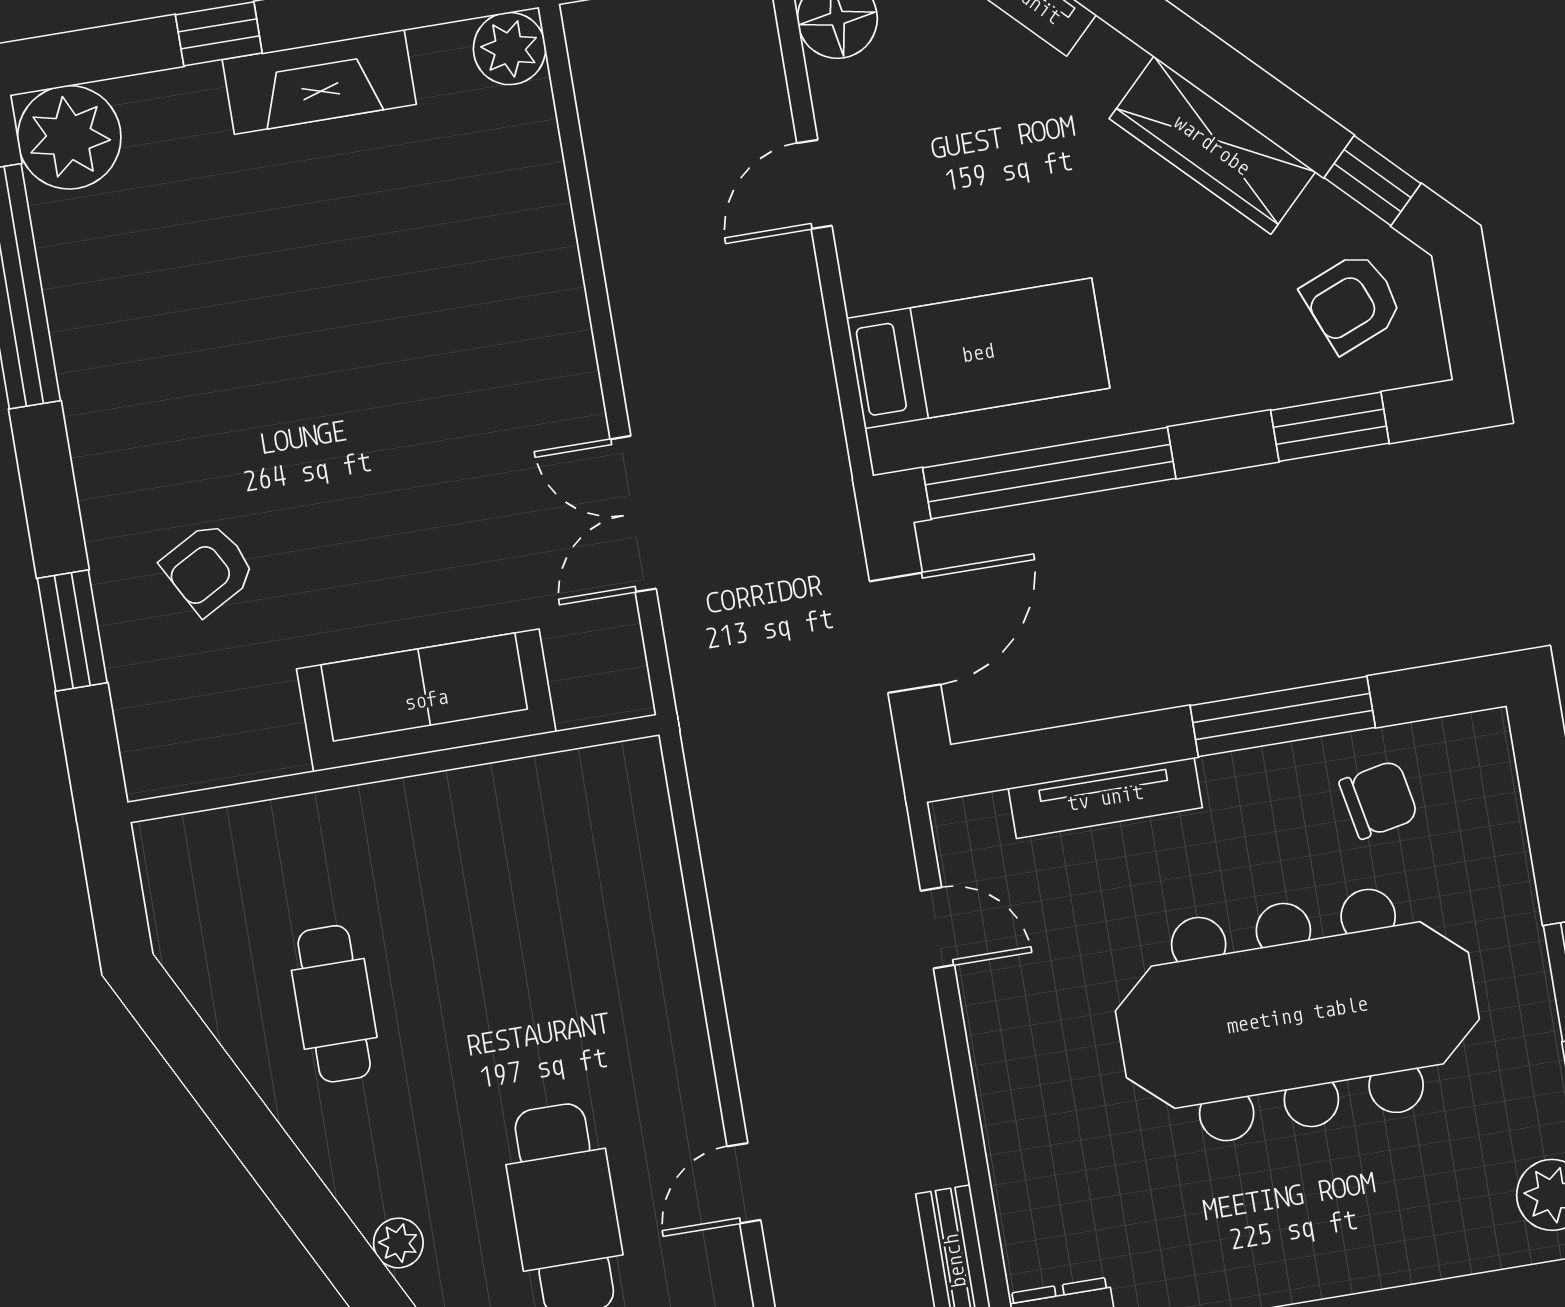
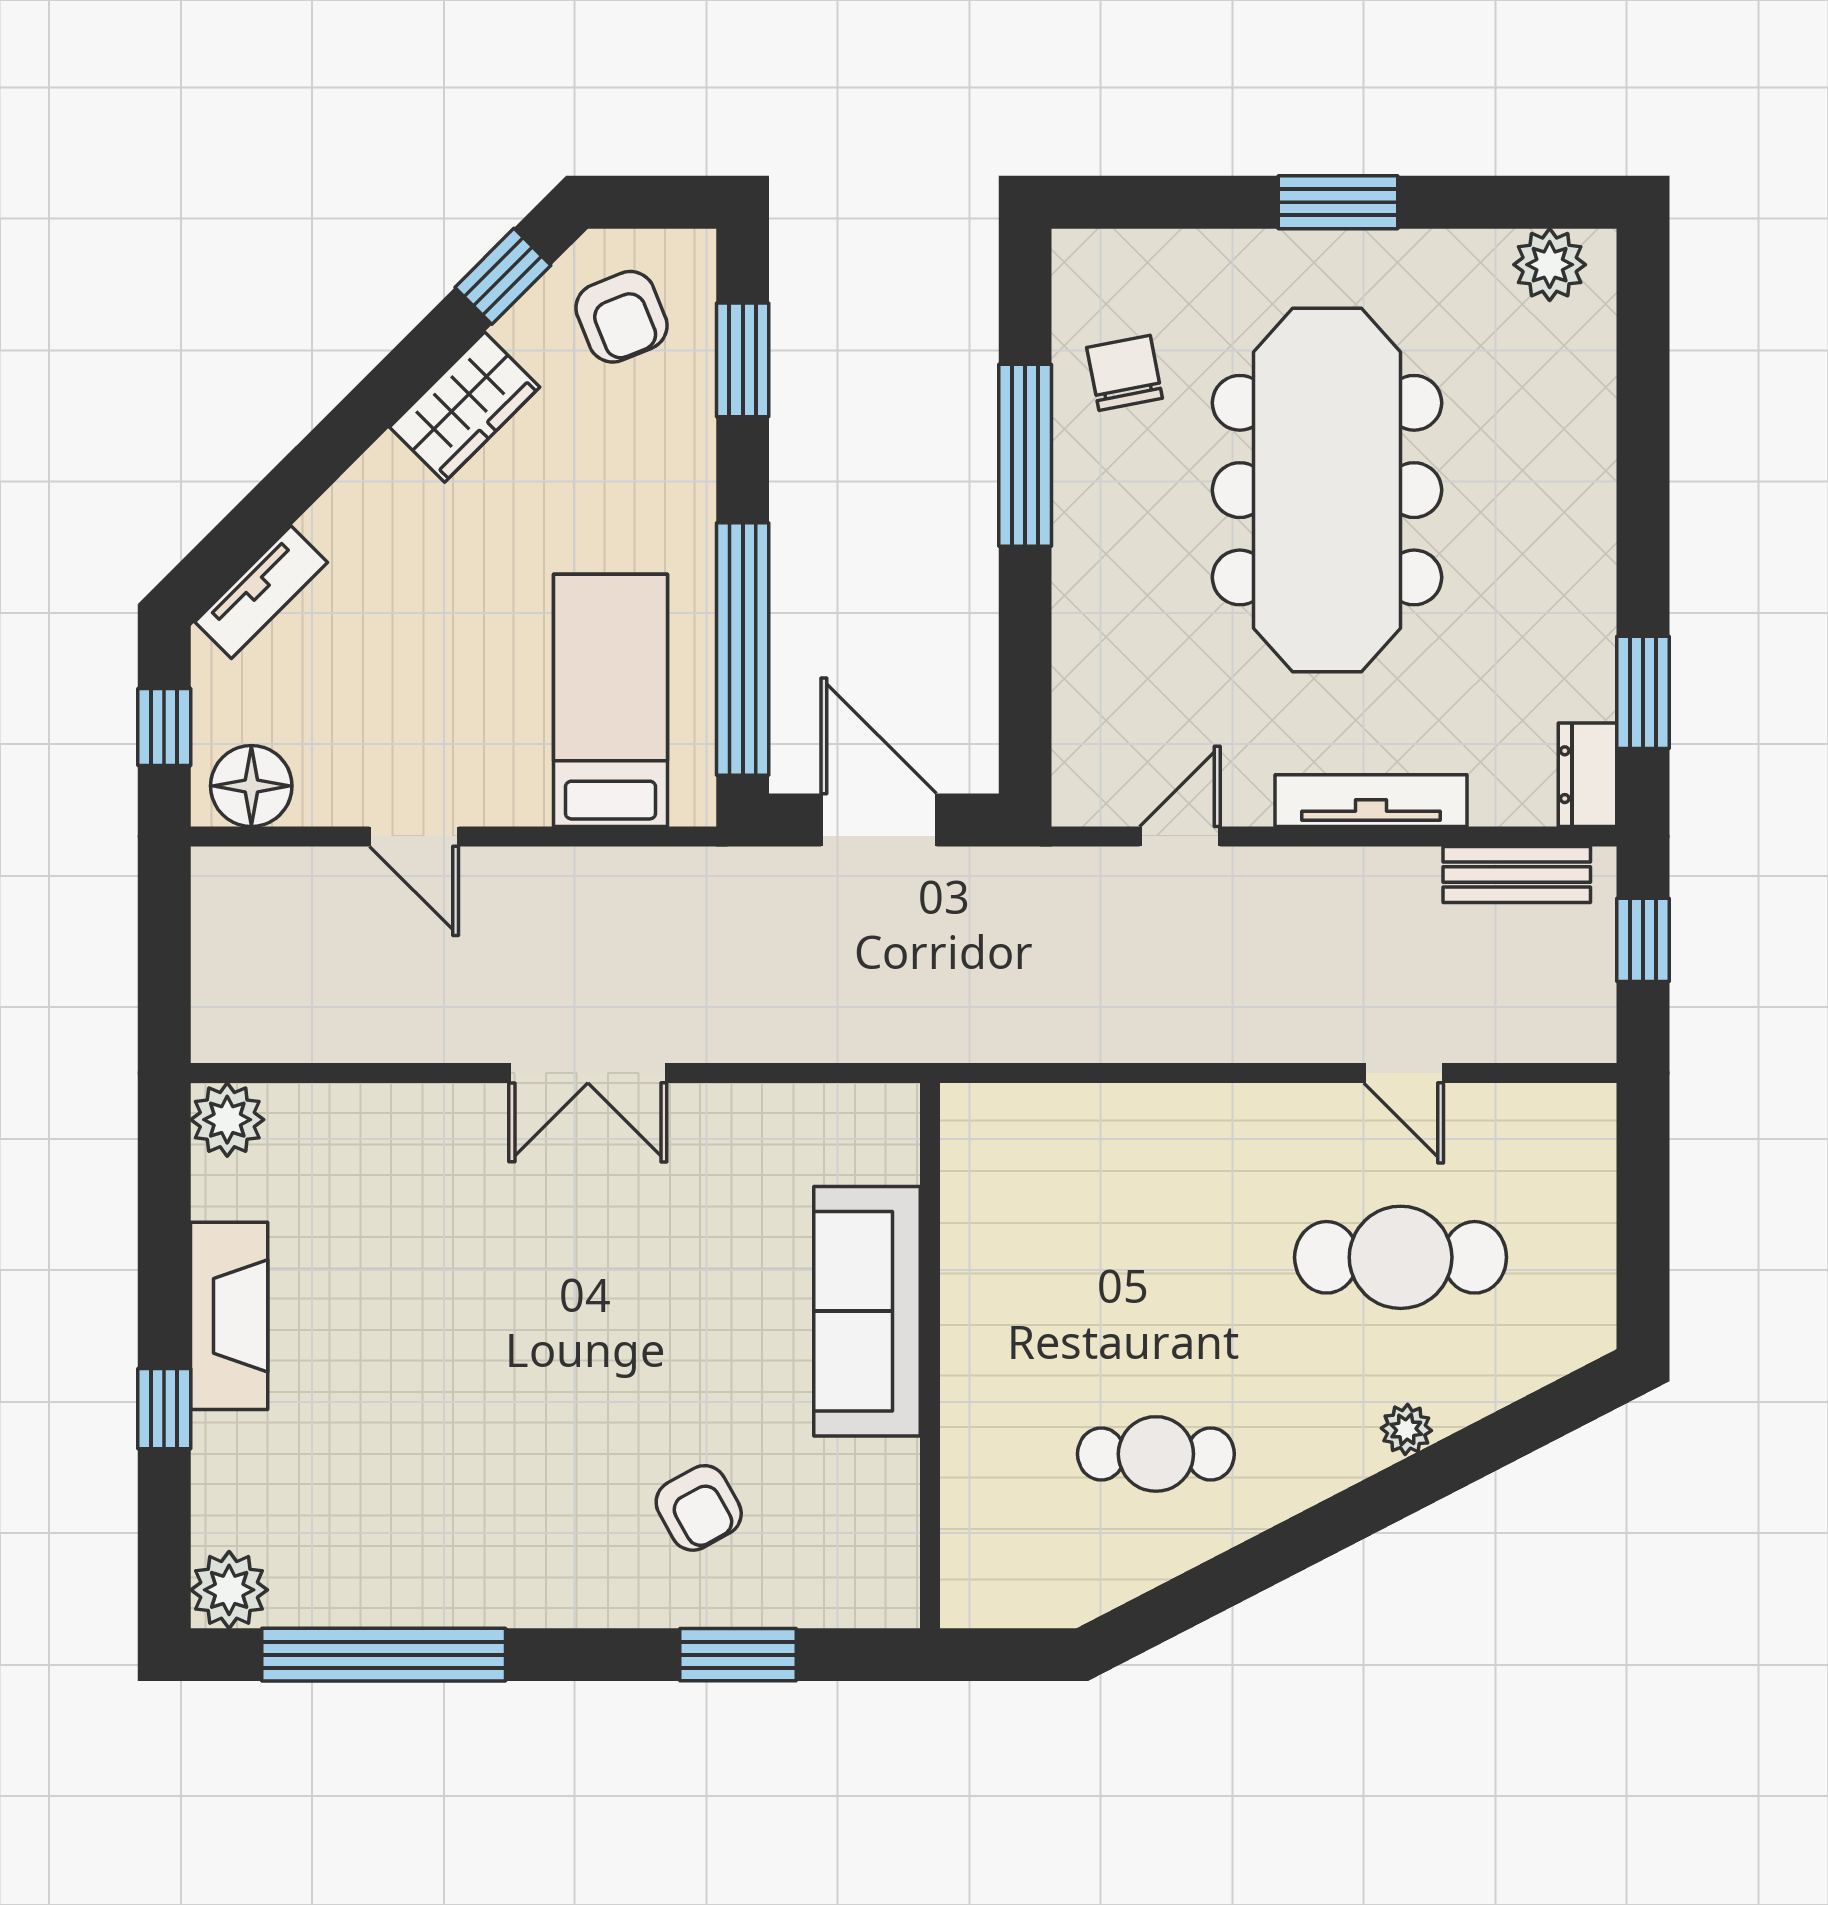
plant: (69, 137) -> (229, 1590), width x0.73, depth x0.73
wardrobe: (1212, 145) -> (465, 407), width x0.67
double door: (633, 514) -> (588, 1073), moved
tv unit: (1105, 798) -> (1371, 801), moved, turned -90

